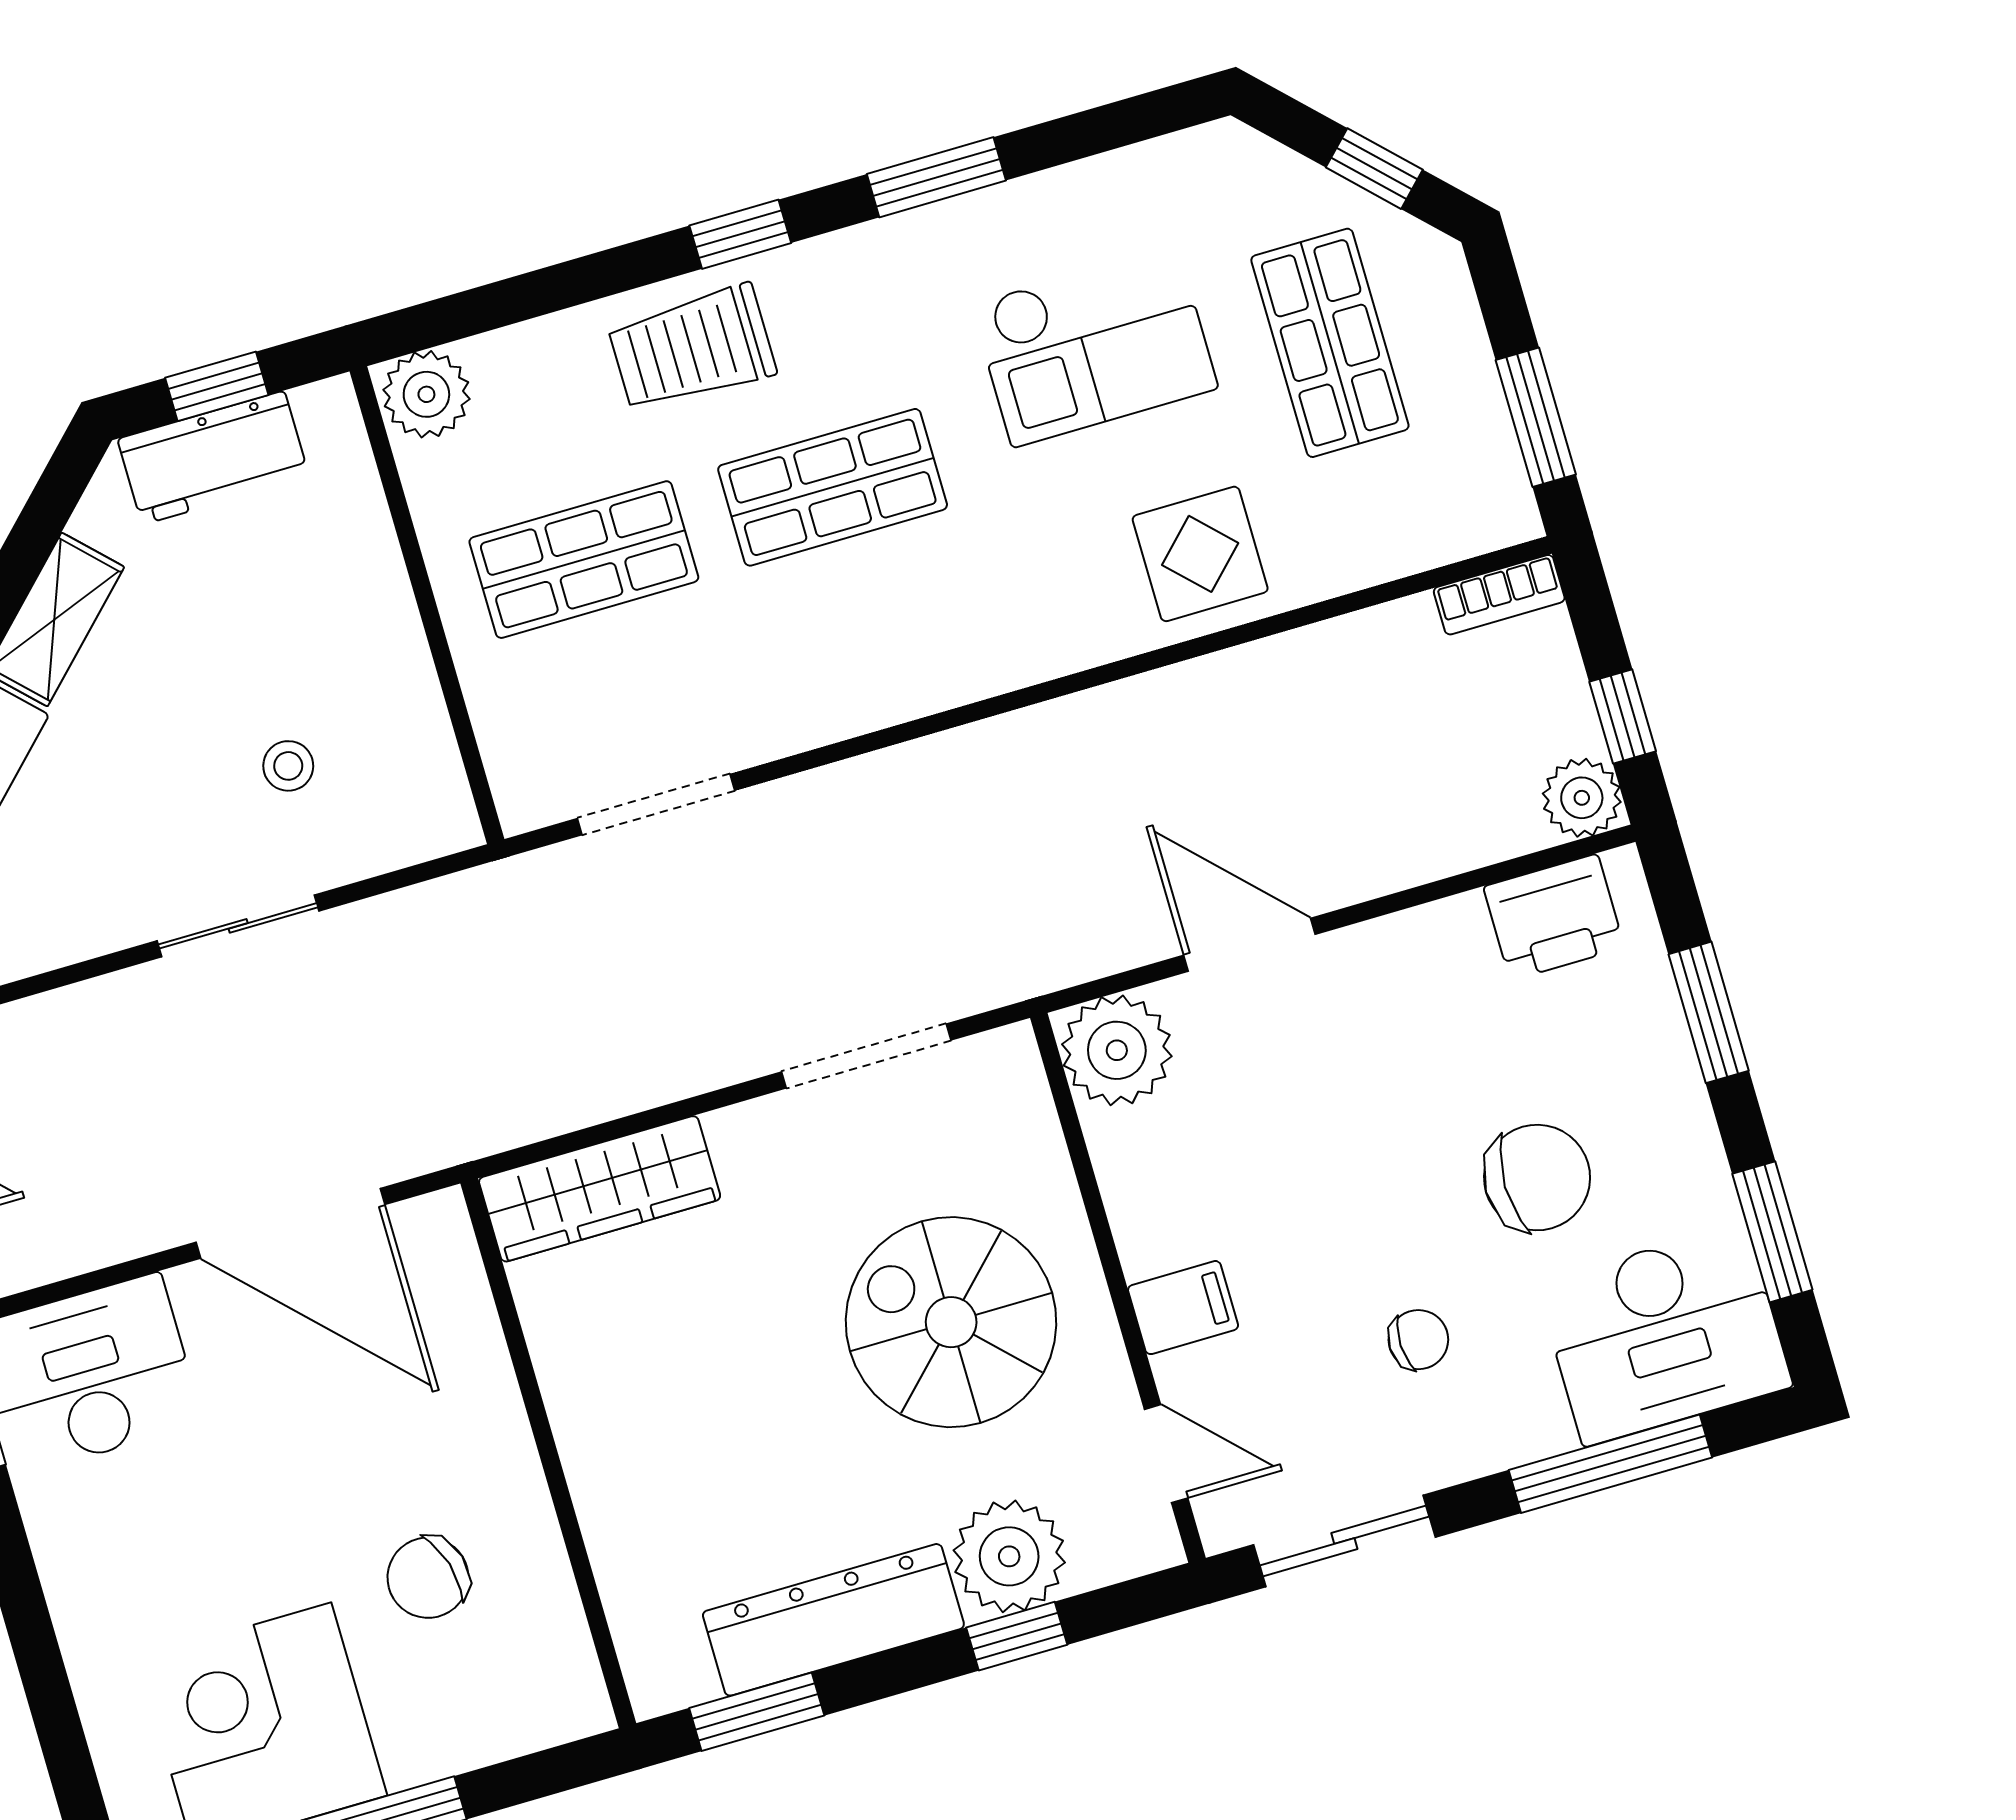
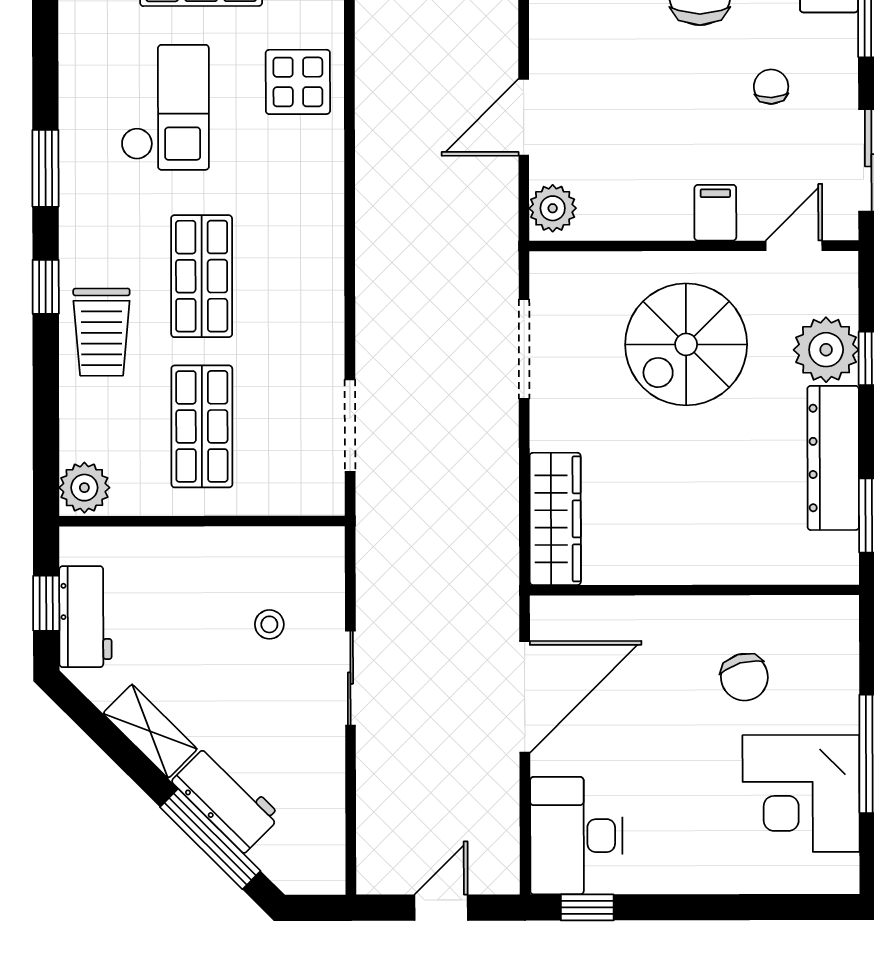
plant: (1117, 1050) -> (553, 208), width x0.73, depth x0.73

